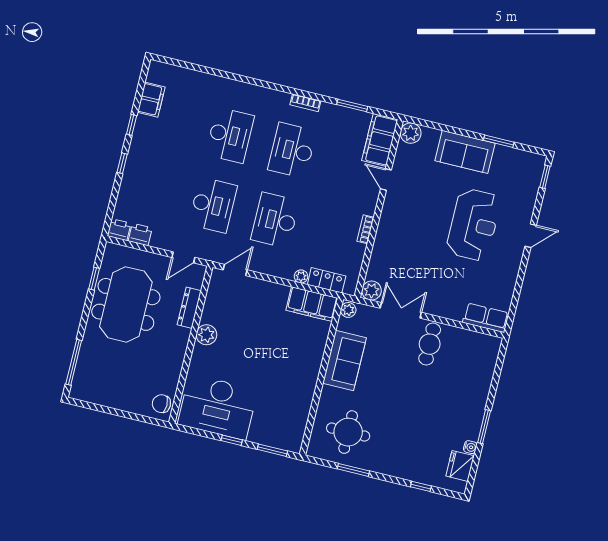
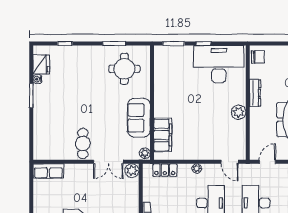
door: (235, 270) -> (230, 162), hinge flipped
plant: (301, 276) -> (197, 168), moved
filing cabinet: (312, 304) -> (163, 135), moved, turned 90
dresser: (189, 308) -> (255, 93), moved

